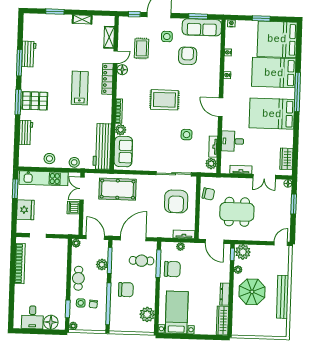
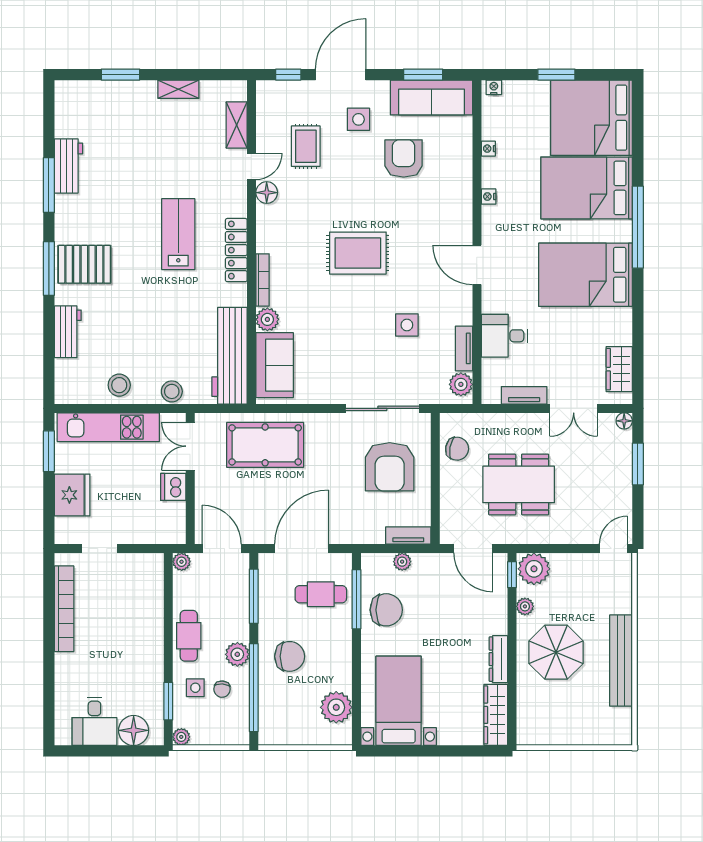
locker: (108, 79) -> (236, 250), moved
plant: (102, 265) -> (237, 654), moved

